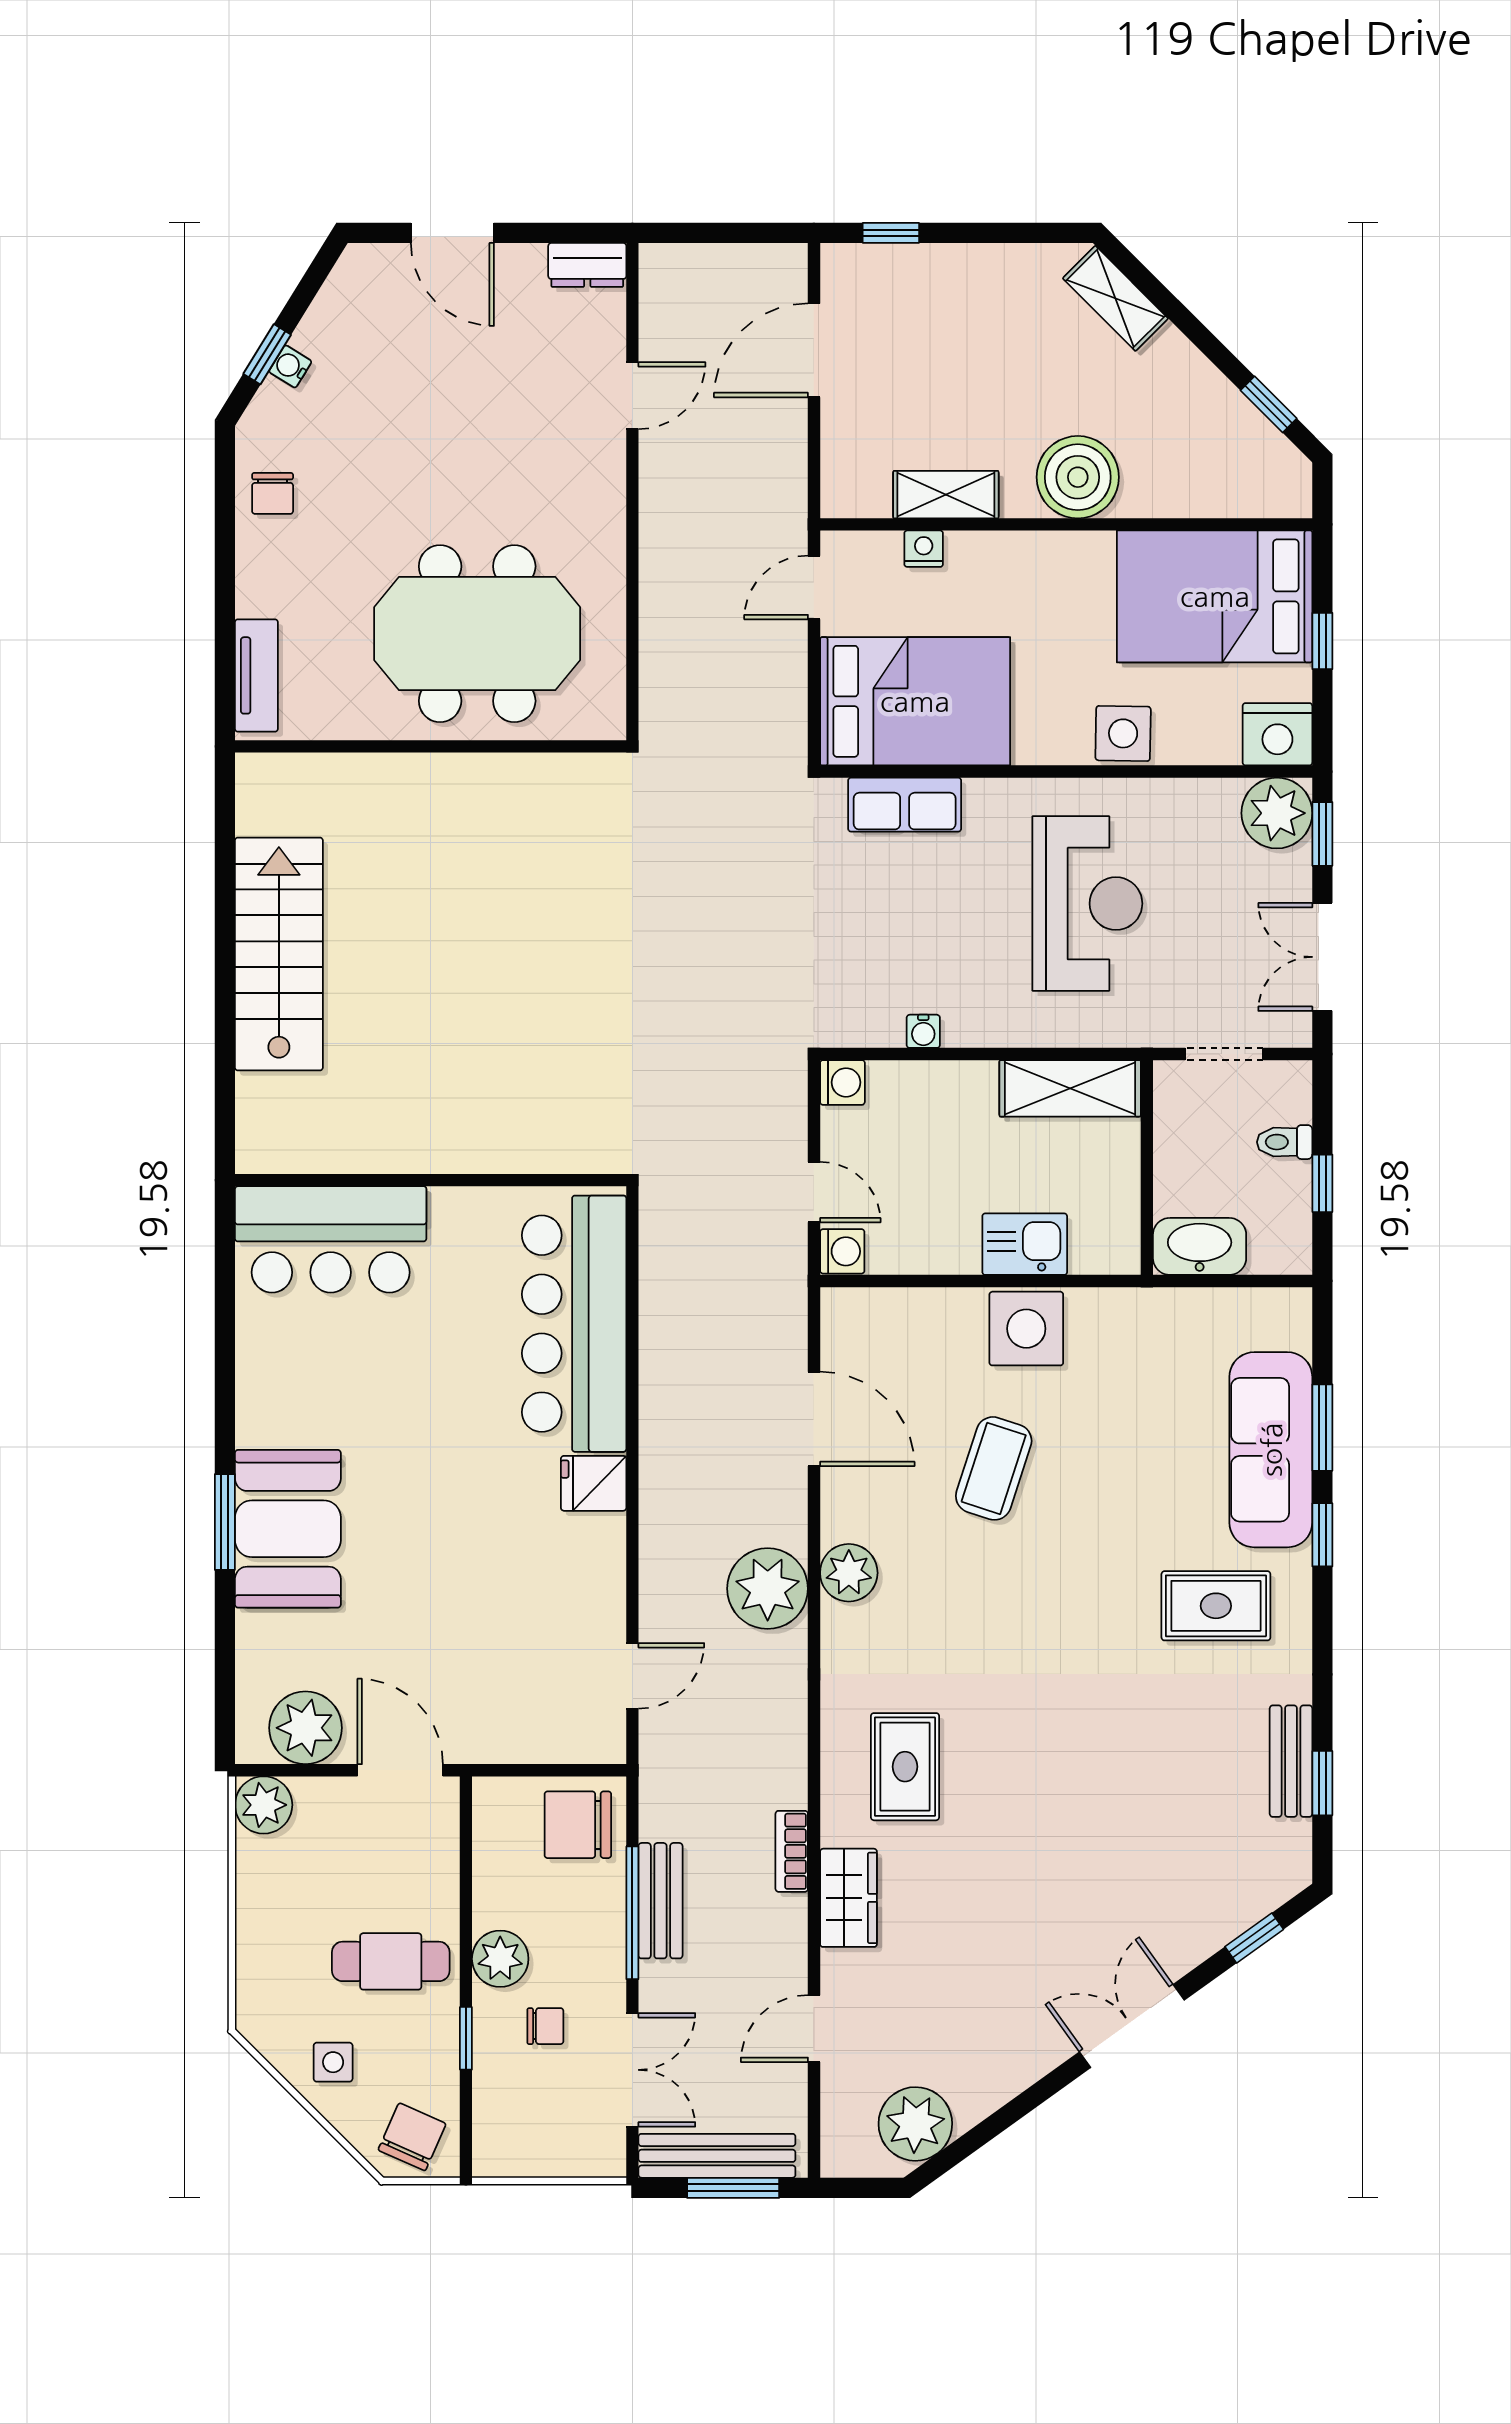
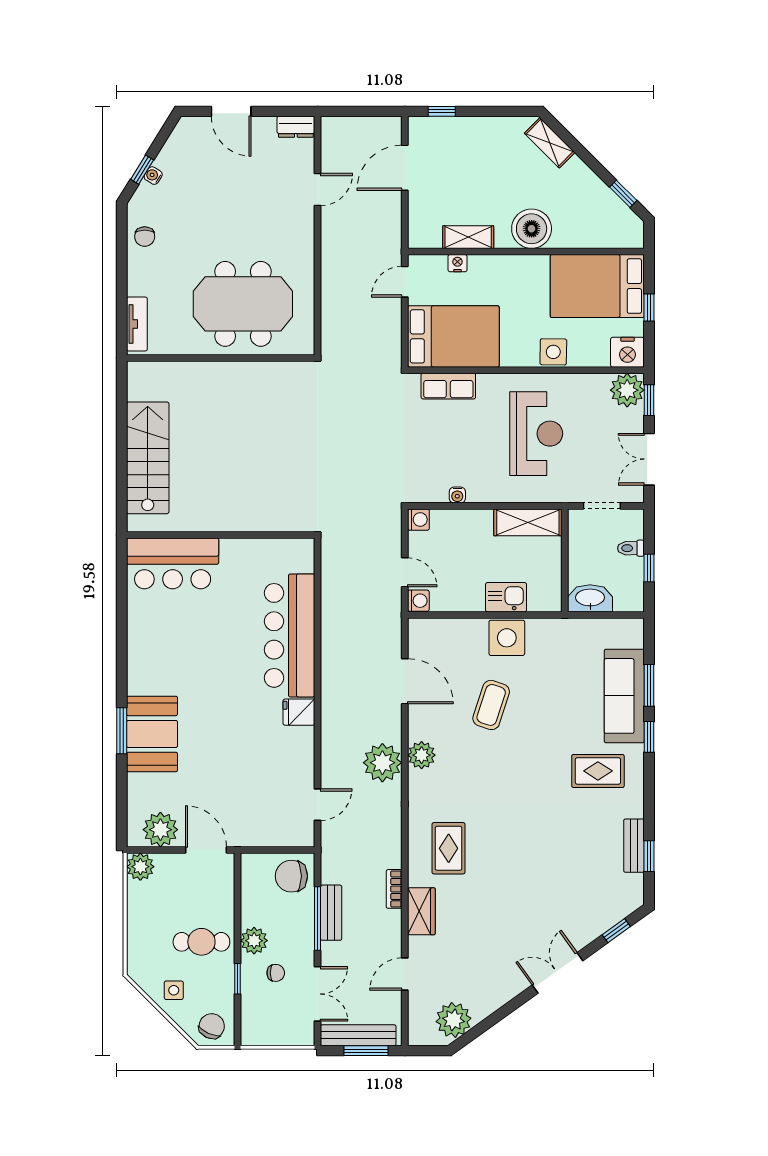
wall: (431, 1180) -> (221, 535), moved
bar counter: (331, 1239) -> (173, 563), moved

